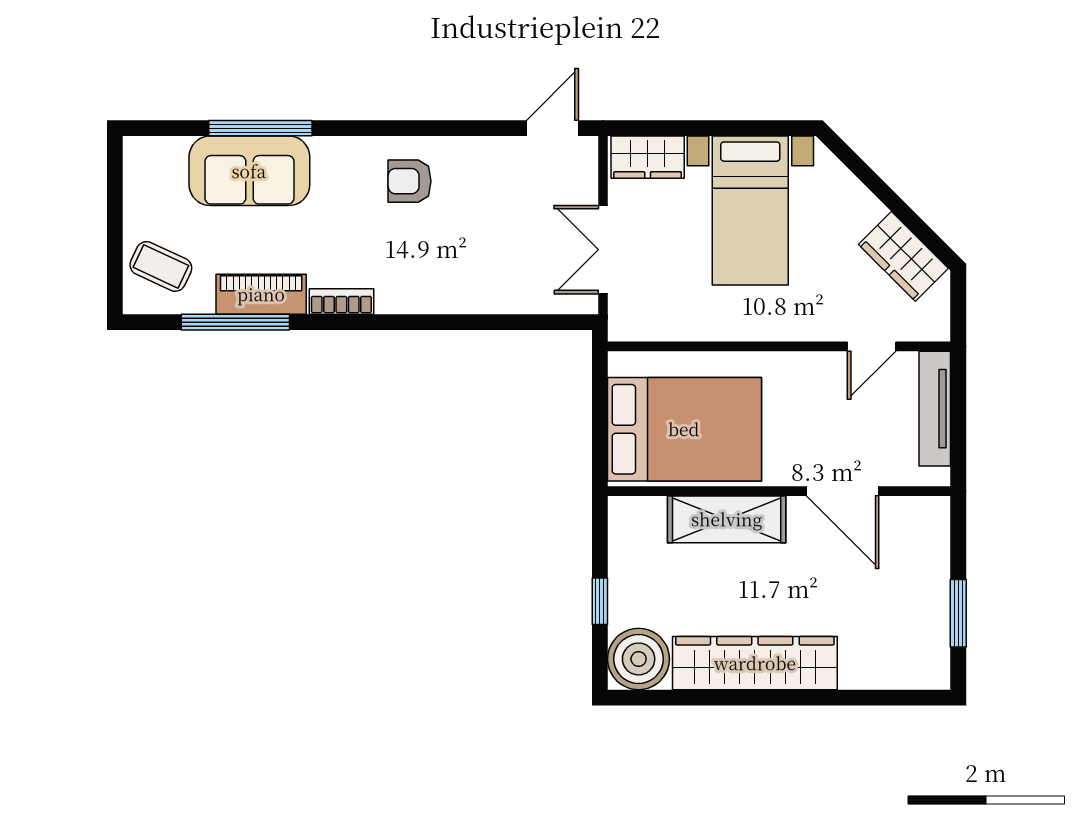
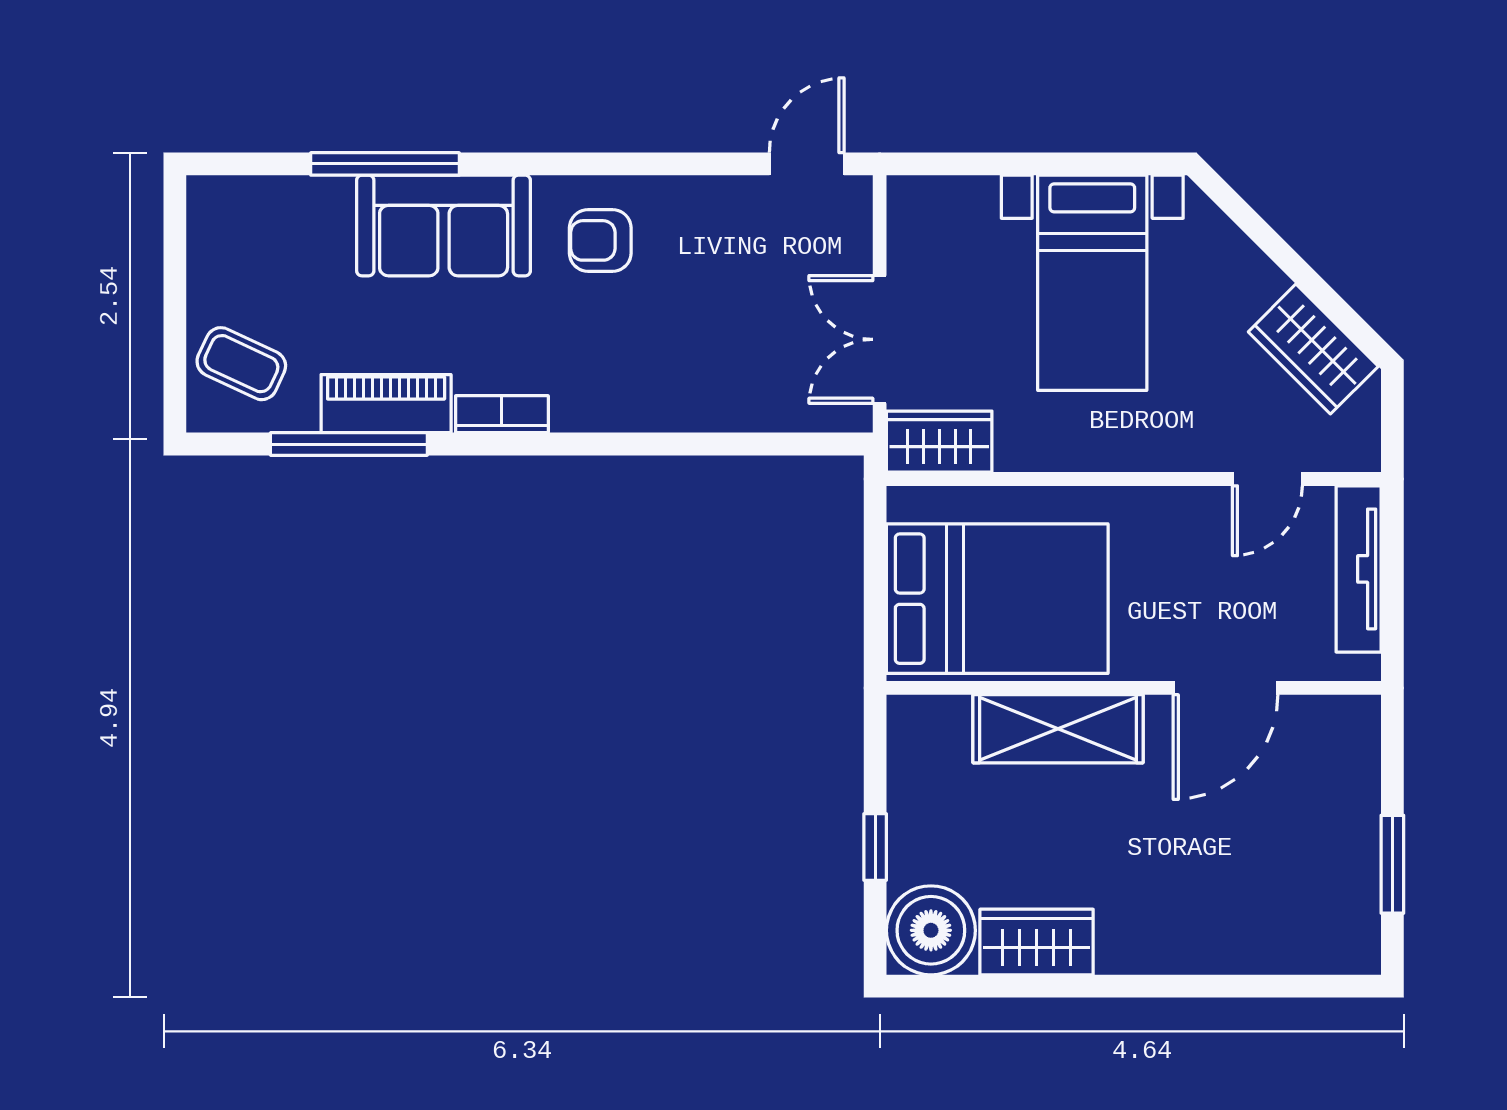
wardrobe: (648, 157) -> (939, 442), moved, turned 180
sofa: (249, 171) -> (444, 226), moved
door: (843, 491) -> (1226, 688), hinge flipped
wardrobe: (755, 663) -> (1037, 942), width x0.48, depth x0.85

